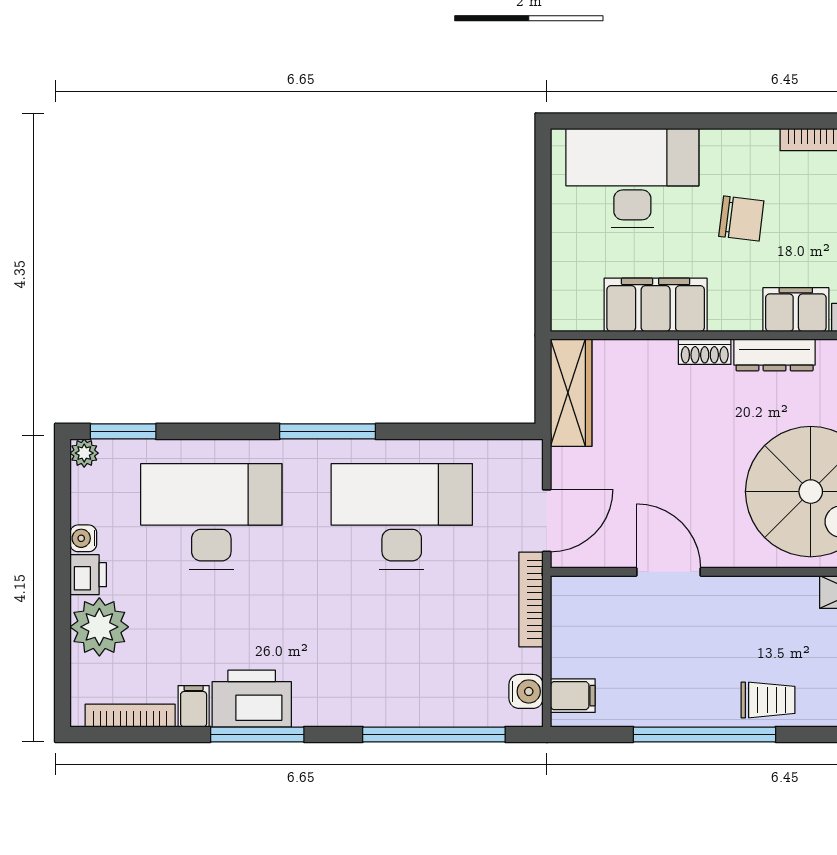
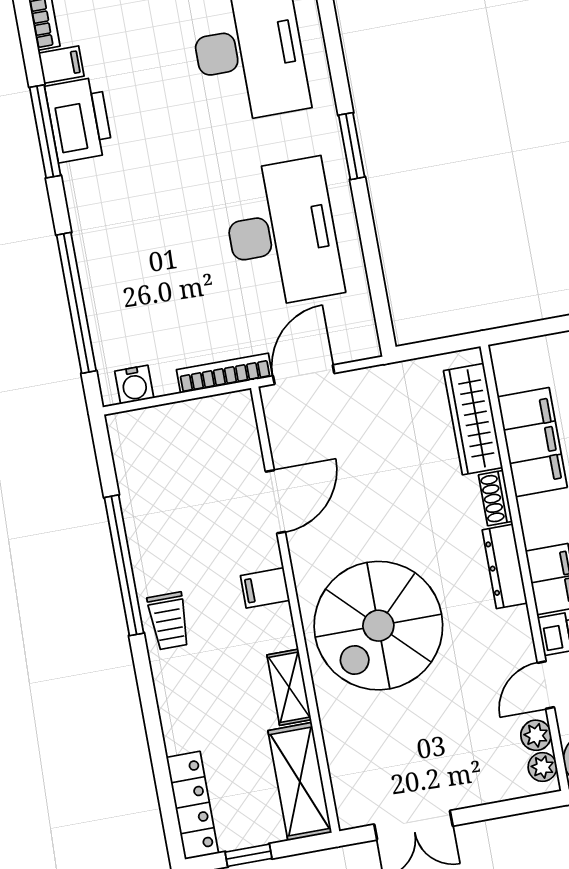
wardrobe: (571, 393) -> (473, 419), moved, turned 90
window: (328, 431) -> (352, 146), width x0.69
door: (547, 521) -> (304, 375), swing flipped
filing cabinet: (573, 696) -> (265, 588), moved, turned 90

